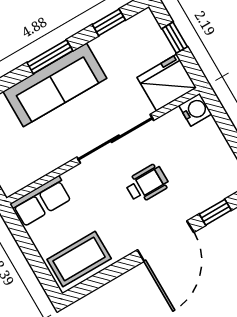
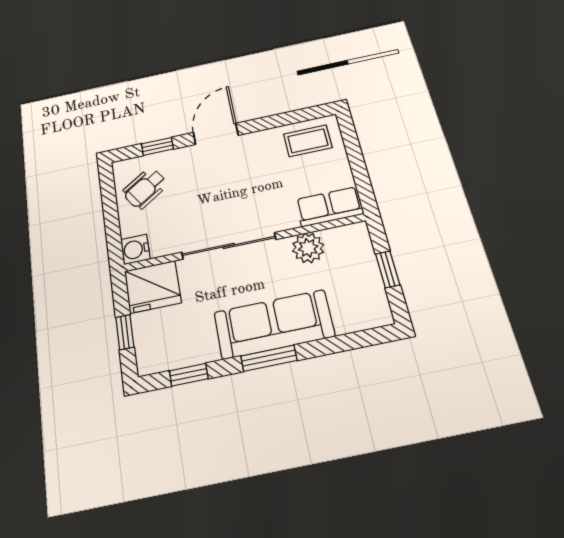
plant: (47, 158) -> (308, 248), added
wheelchair: (147, 184) -> (145, 188), moved, turned -33
door: (166, 241) -> (216, 134), width x0.73
coffee table: (79, 259) -> (308, 141), width x0.73, depth x0.77

